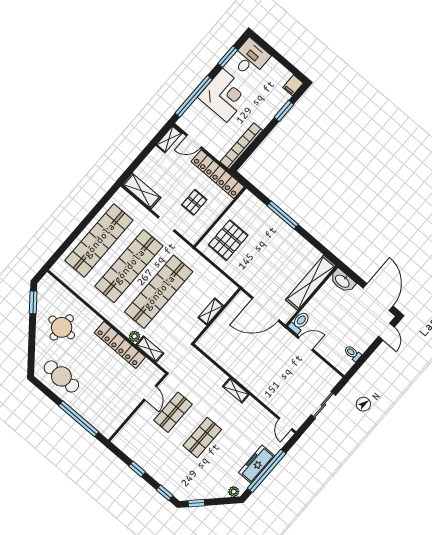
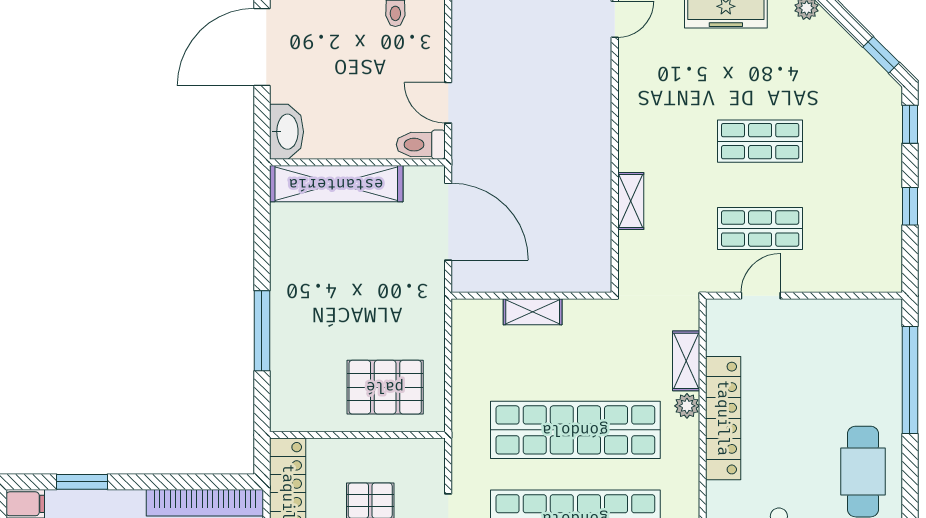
shelving: (236, 391) -> (631, 201), moved

